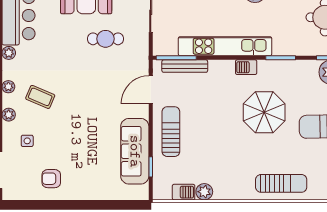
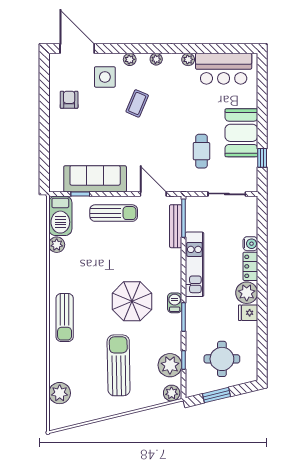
kitchen unit: (225, 46) -> (194, 264), width x0.73
barbecue: (246, 67) -> (175, 303), moved
coffee table: (40, 97) -> (137, 103), moved
side table: (27, 141) -> (105, 77), width x1.87, depth x1.87
barbecue: (184, 192) -> (60, 216), width x1.88, depth x1.53

